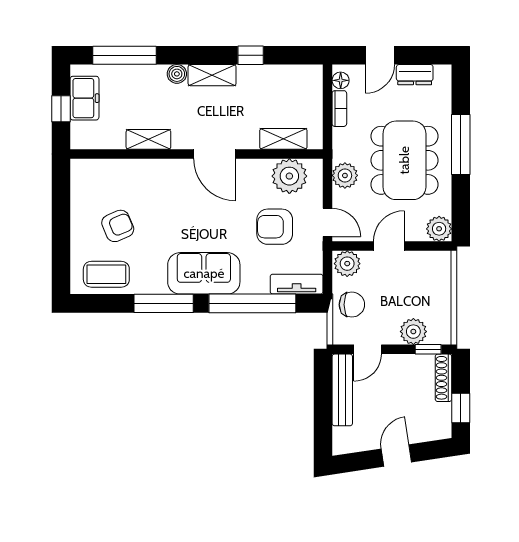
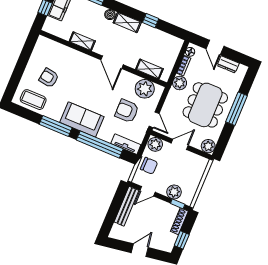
door: (380, 55) -> (215, 48), hinge flipped
plant: (345, 175) -> (180, 83), moved
armchair: (118, 226) -> (49, 78), turned -148

